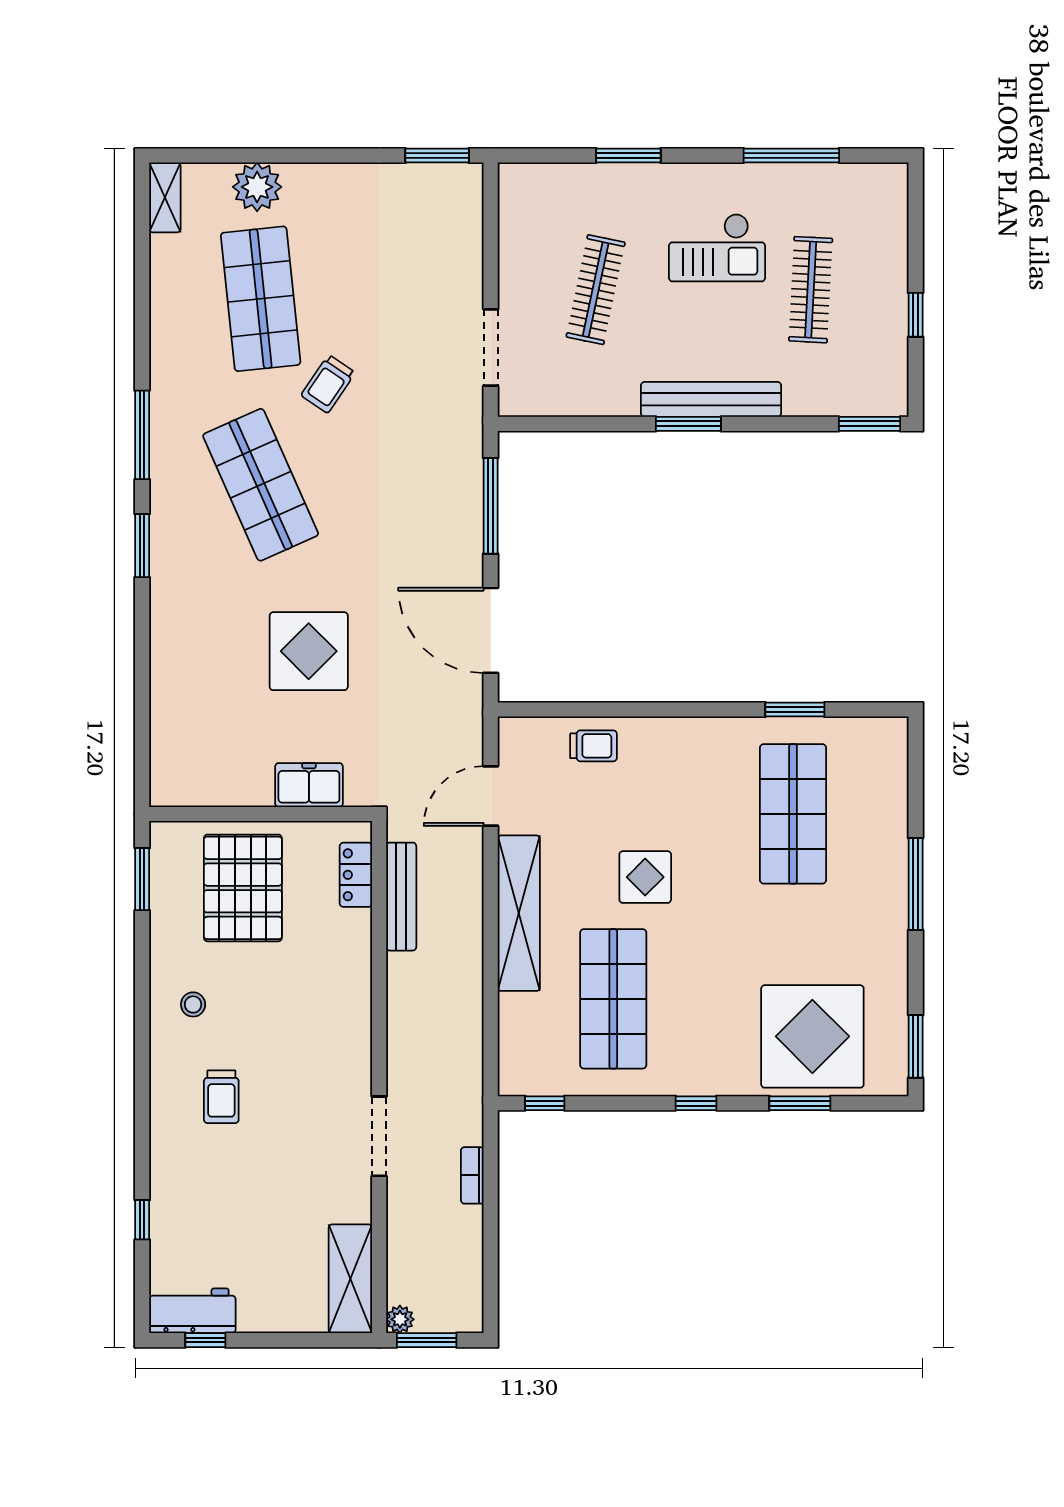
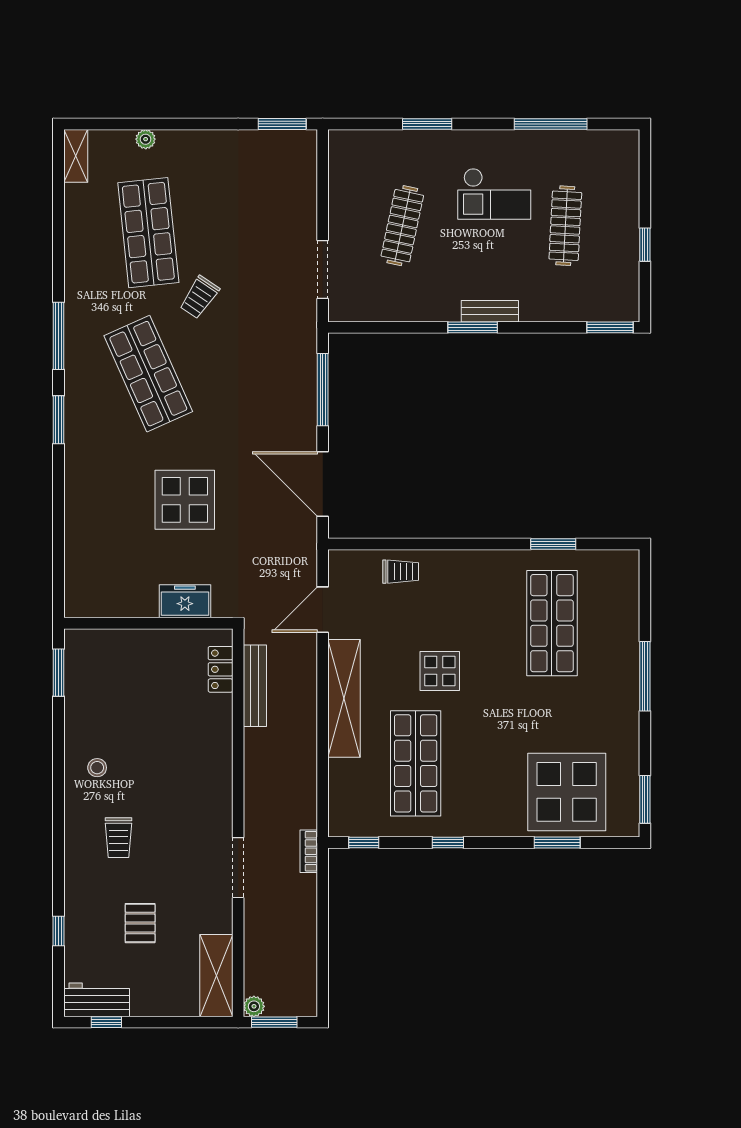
plant: (257, 187) -> (146, 139), width x0.53, depth x0.53
bench: (711, 399) -> (490, 311), width x0.54, depth x0.82
pallet: (243, 888) -> (140, 923), moved, width x0.49, depth x0.50
window: (696, 1103) -> (448, 843), moved
bookcase: (472, 1175) -> (309, 851), moved

